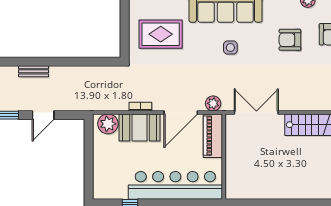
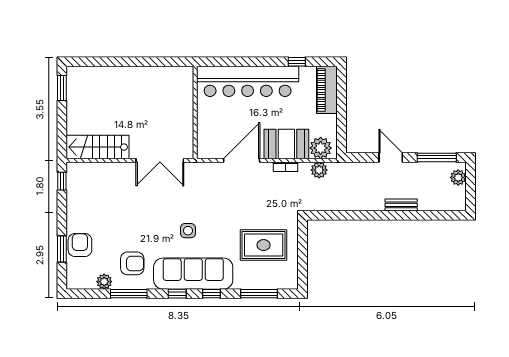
armchair: (290, 40) -> (132, 263), moved
plant: (213, 103) -> (319, 170), moved
door: (43, 115) -> (391, 157), hinge flipped
piano: (213, 136) -> (327, 90), moved, turned 180

